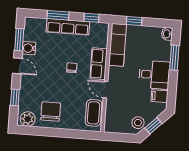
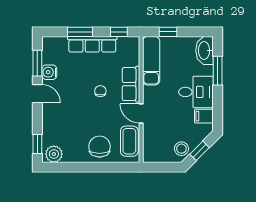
washbasin: (167, 34) -> (205, 50), width x1.91, depth x1.45
window: (15, 97) -> (37, 144), moved
chair: (51, 111) -> (99, 147), moved

